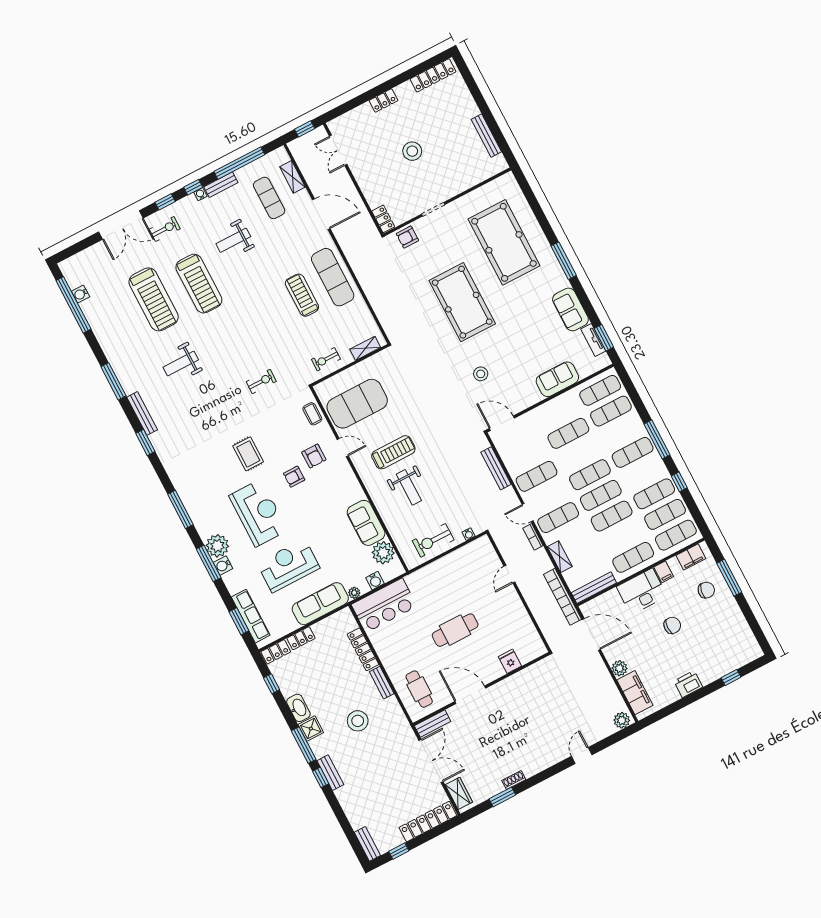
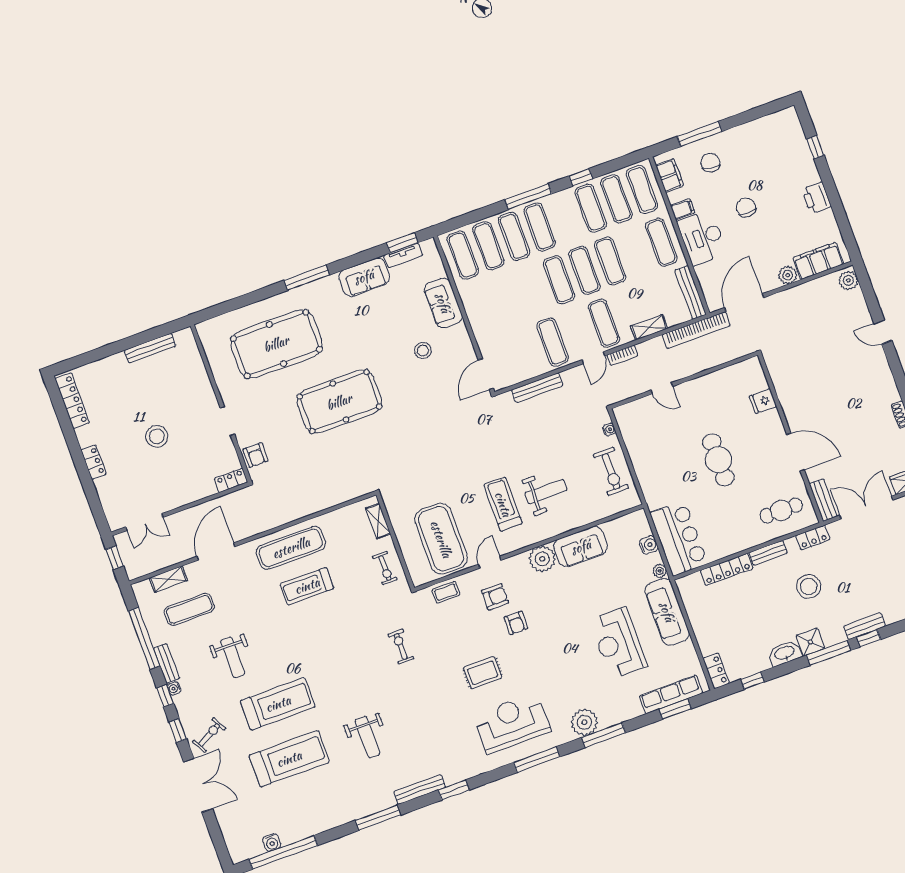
exercise bike: (165, 229) -> (209, 735), turned 61
stool: (481, 374) -> (423, 350), moved
exercise mat: (568, 433) -> (514, 236), moved
reception desk: (258, 513) -> (512, 723), moved
plant: (383, 553) -> (542, 559), moved
water cooler: (223, 565) -> (608, 719), removed
locker: (301, 638) -> (813, 538), moved, turned 90
door: (470, 695) -> (796, 452), swing flipped

